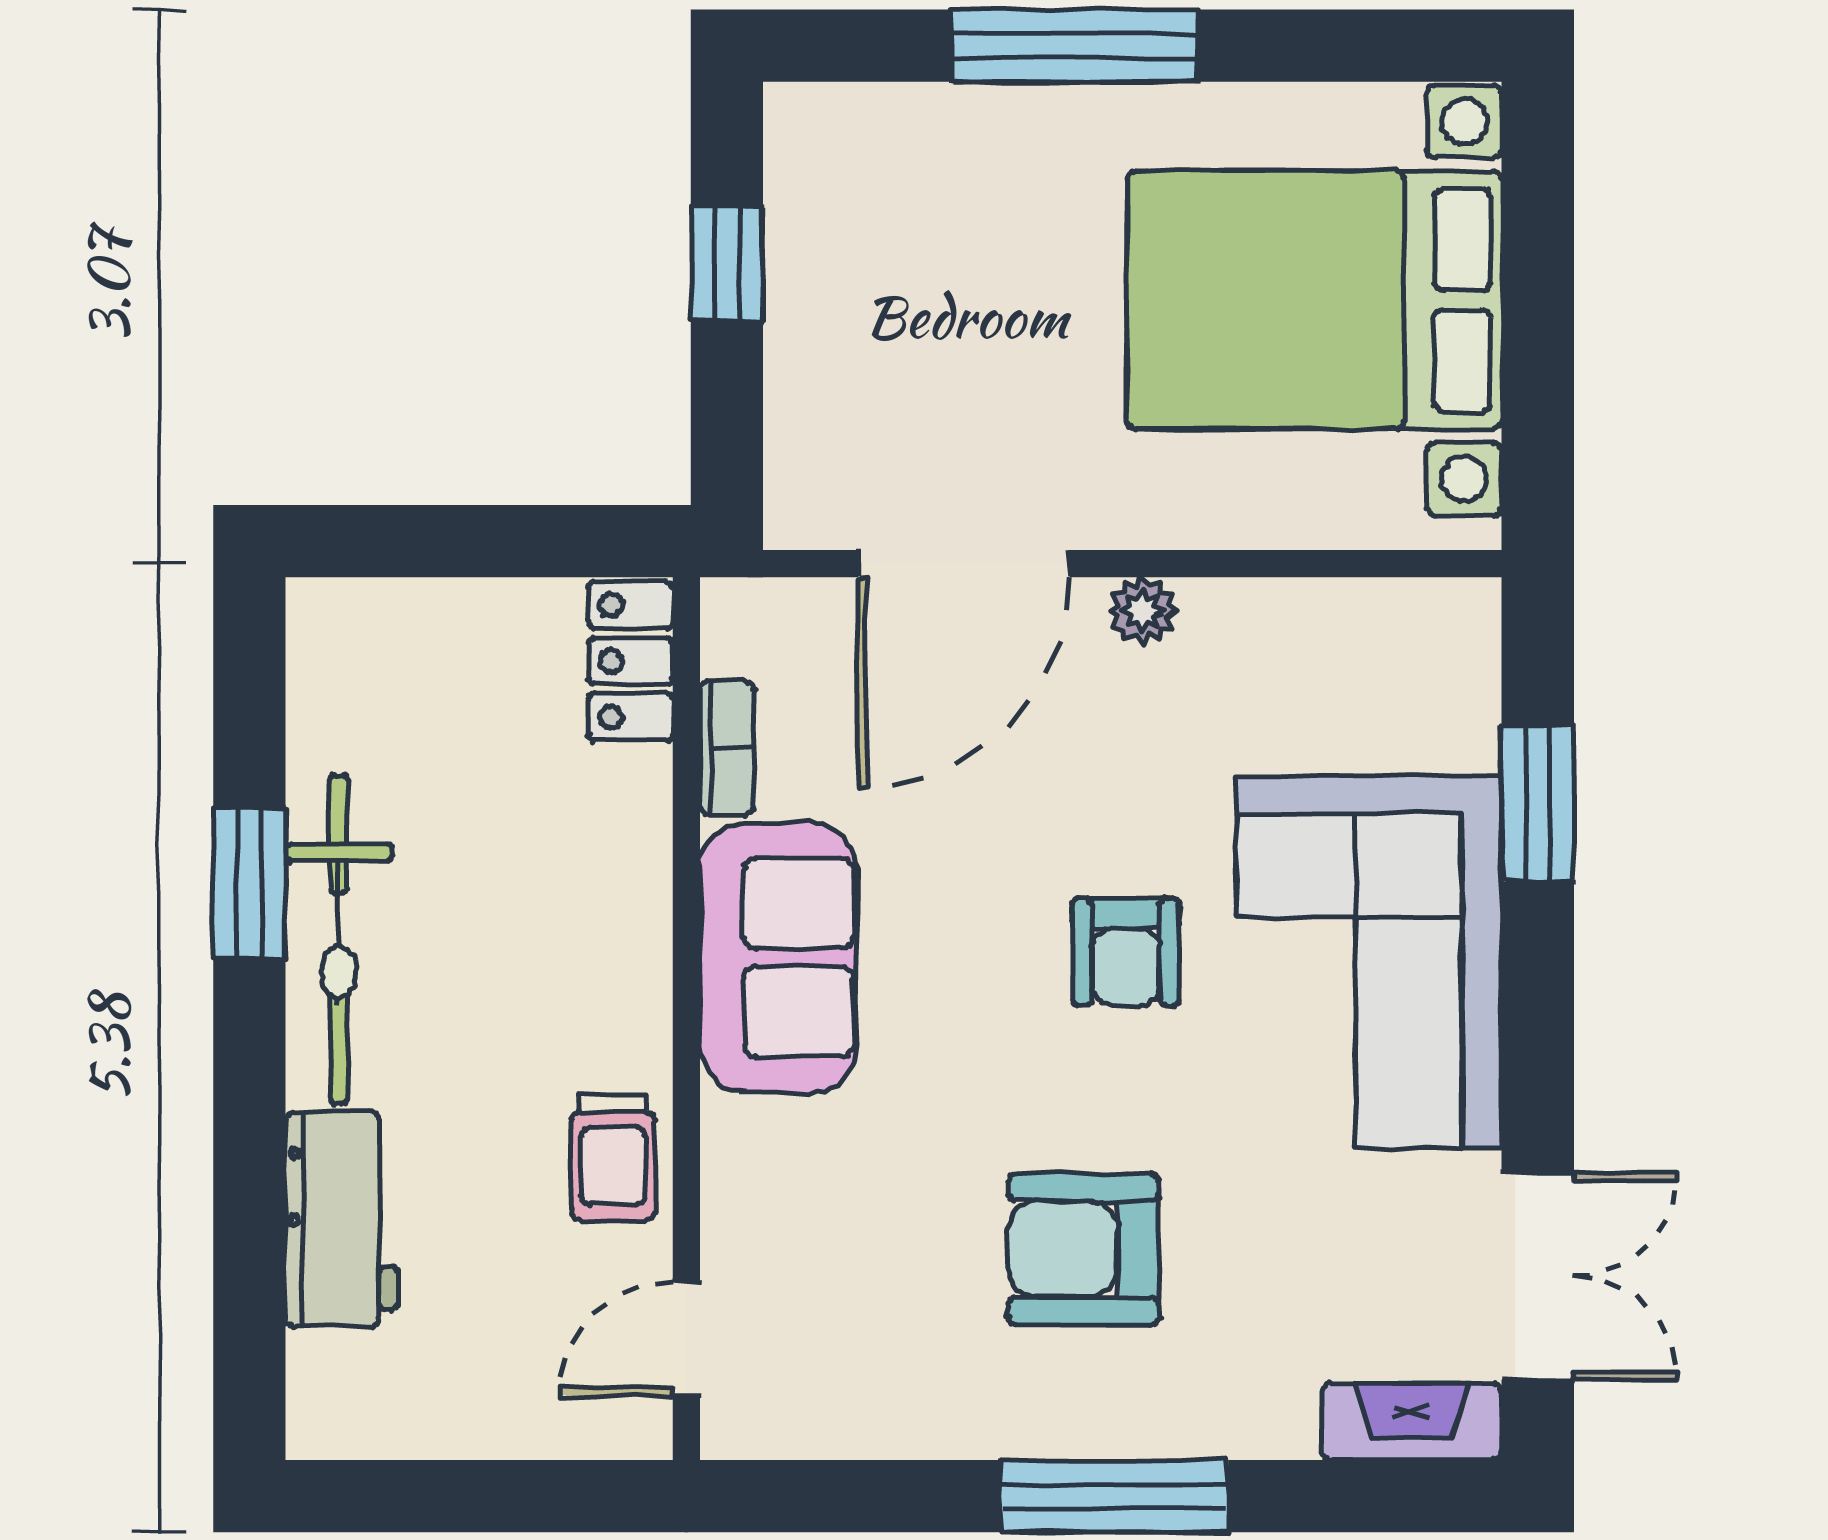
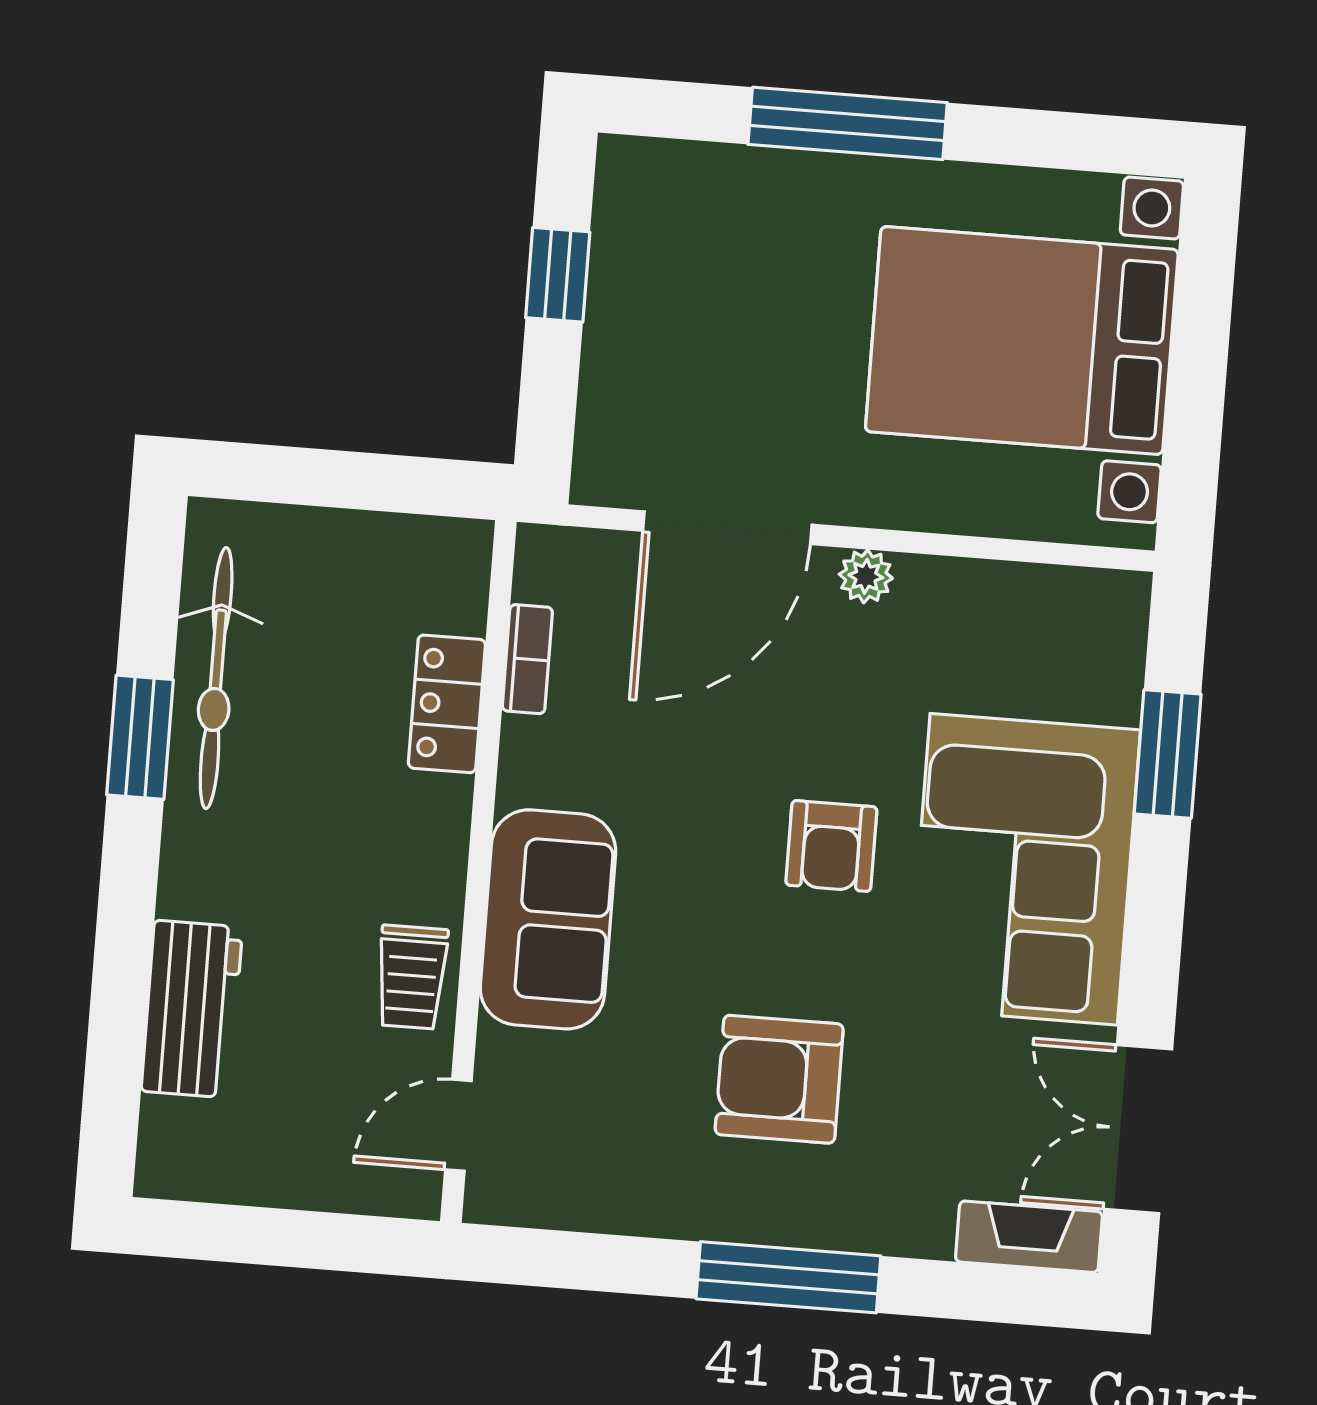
locker: (630, 661) -> (447, 704), moved
bicycle: (339, 939) -> (216, 678), moved
sofa: (778, 958) -> (548, 919), moved
double door: (1538, 1276) -> (1138, 1129), swing flipped

